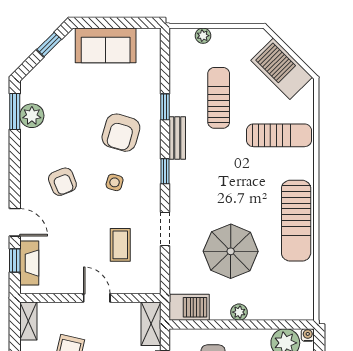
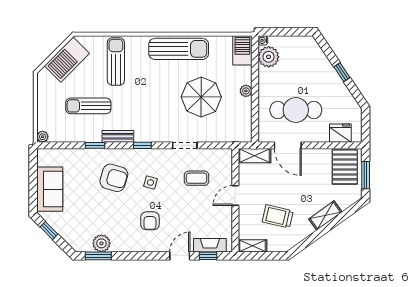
plant: (203, 36) -> (43, 137), moved
armchair: (62, 182) -> (150, 221), turned 112
barbecue: (189, 307) -> (242, 50), moved

